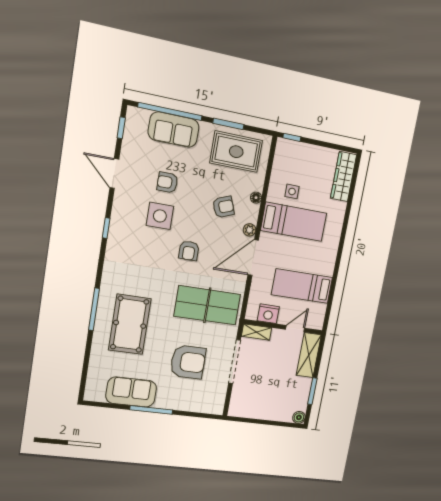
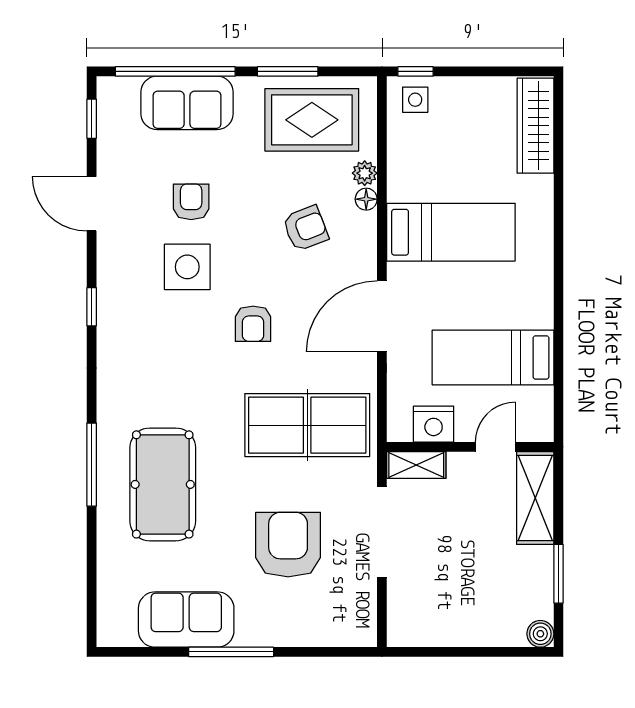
armchair: (167, 182) -> (191, 202), turned 90
side table: (292, 191) -> (415, 100), moved
plant: (249, 230) -> (365, 173), moved
armchair: (188, 362) -> (288, 545), turned -90

